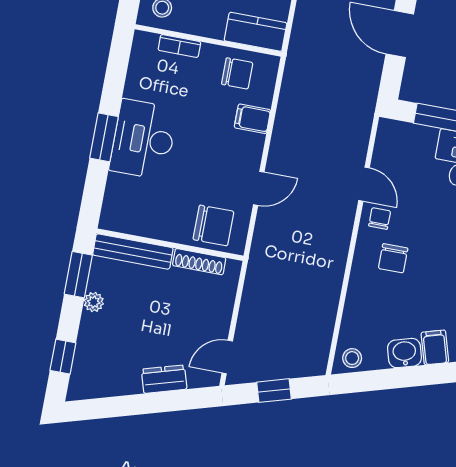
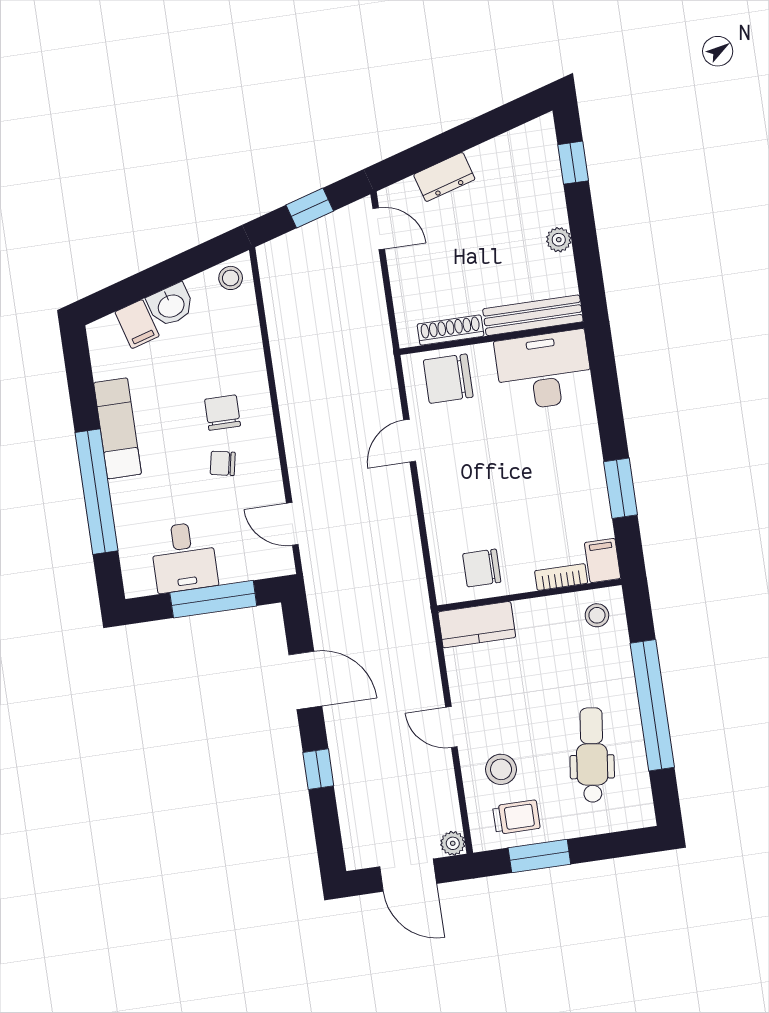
filing cabinet: (252, 119) -> (603, 561), moved, turned -90
window: (104, 137) -> (621, 488), moved
desk: (143, 139) -> (544, 370), moved, turned -90
door: (364, 184) -> (292, 524), moved
chair: (380, 218) -> (223, 463), moved, turned 101
window: (78, 275) -> (588, 266), removed
door: (227, 357) -> (379, 229), hinge flipped

